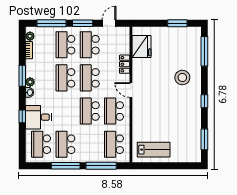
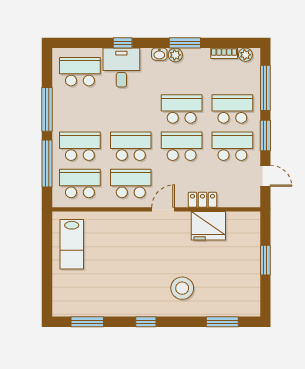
window: (177, 23) -> (265, 260), moved
fridge: (142, 47) -> (208, 226), moved
window: (204, 51) -> (222, 322), width x0.69
school desk: (65, 144) -> (80, 146), moved

